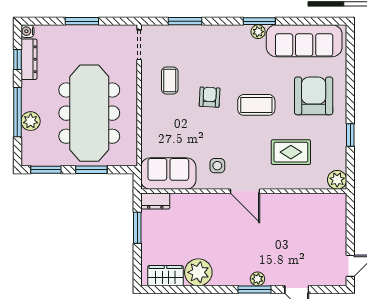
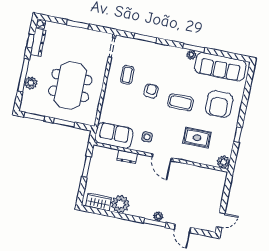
armchair: (314, 96) -> (219, 104), turned 180
meeting table: (89, 113) -> (70, 85), width x0.73
dresser: (155, 201) -> (127, 157), moved

